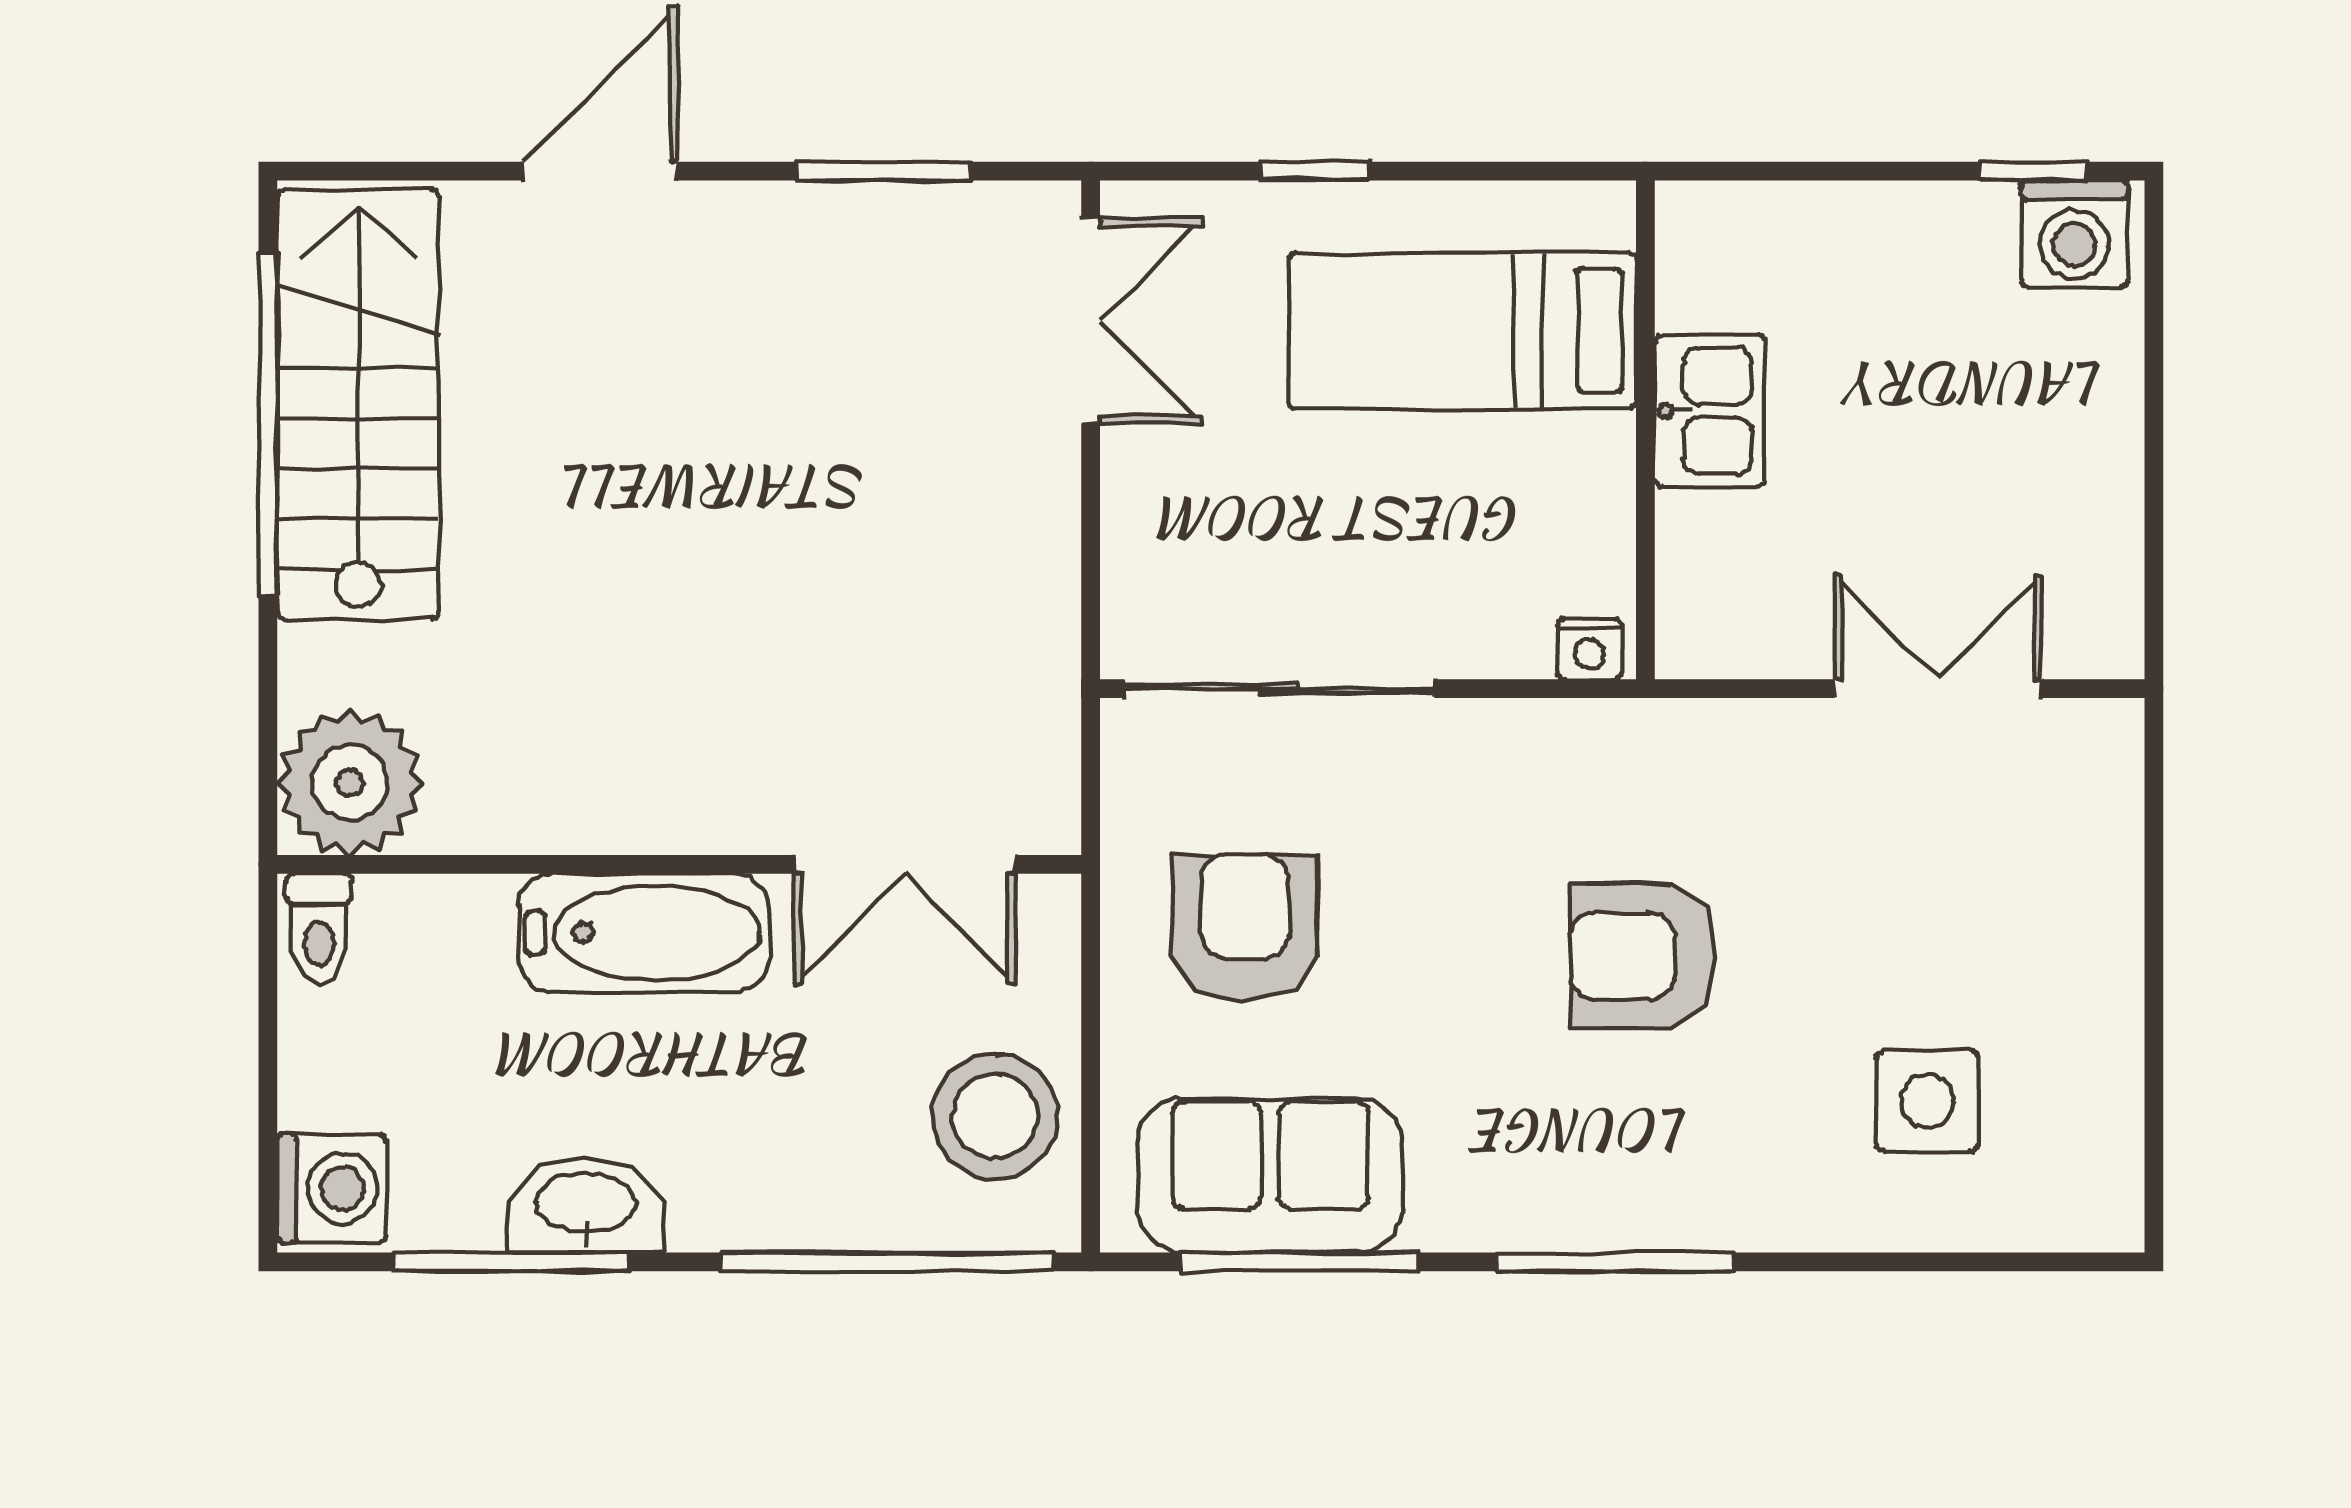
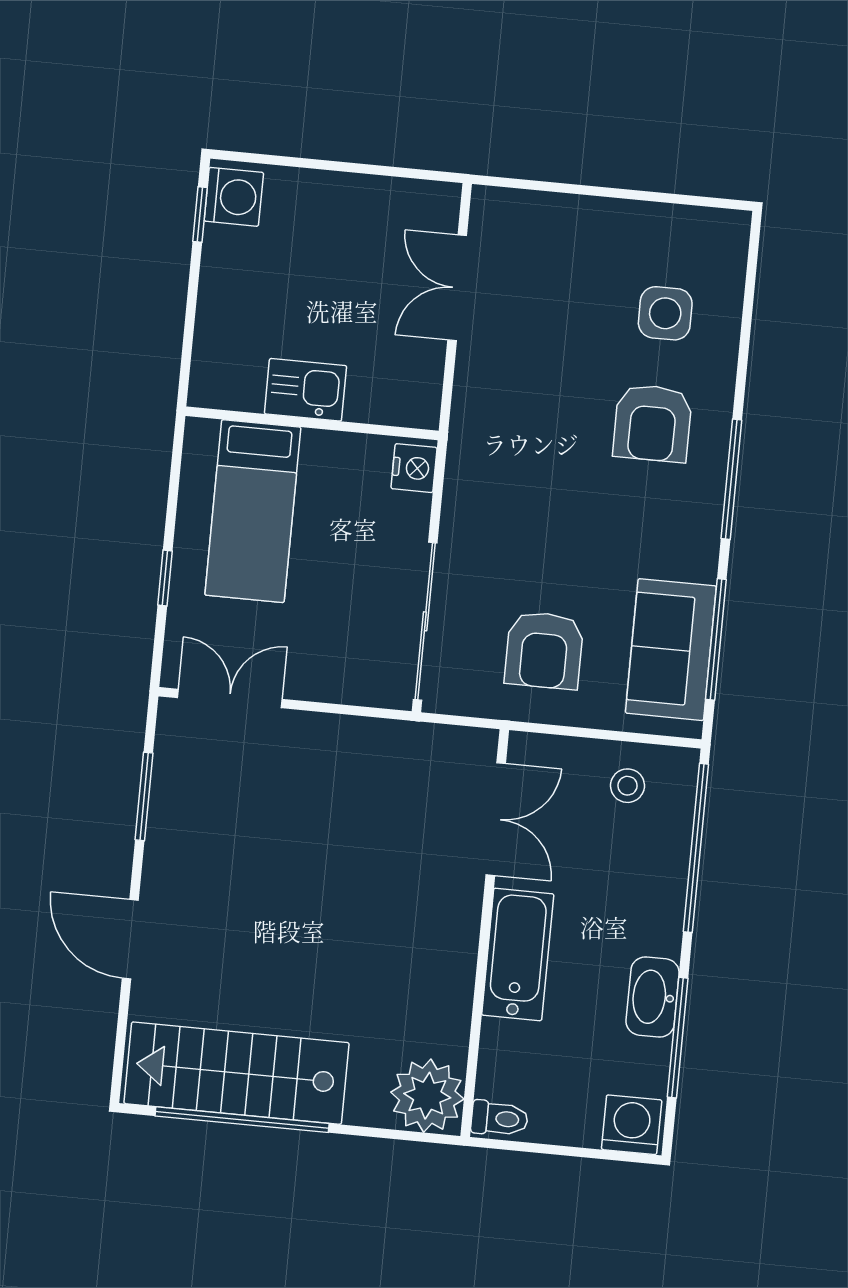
nightstand: (1590, 649) -> (414, 468), width x1.39, depth x1.35
armchair: (1245, 927) -> (544, 650), turned -90
armchair: (1643, 956) -> (652, 423), moved
stool: (995, 1116) -> (627, 786), width x0.53, depth x0.53

